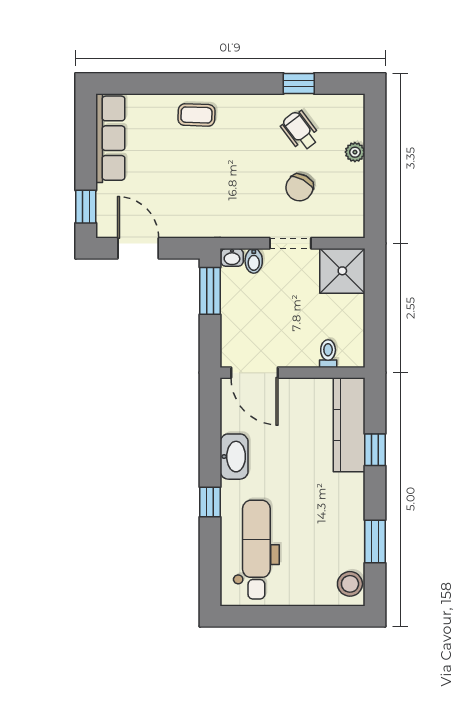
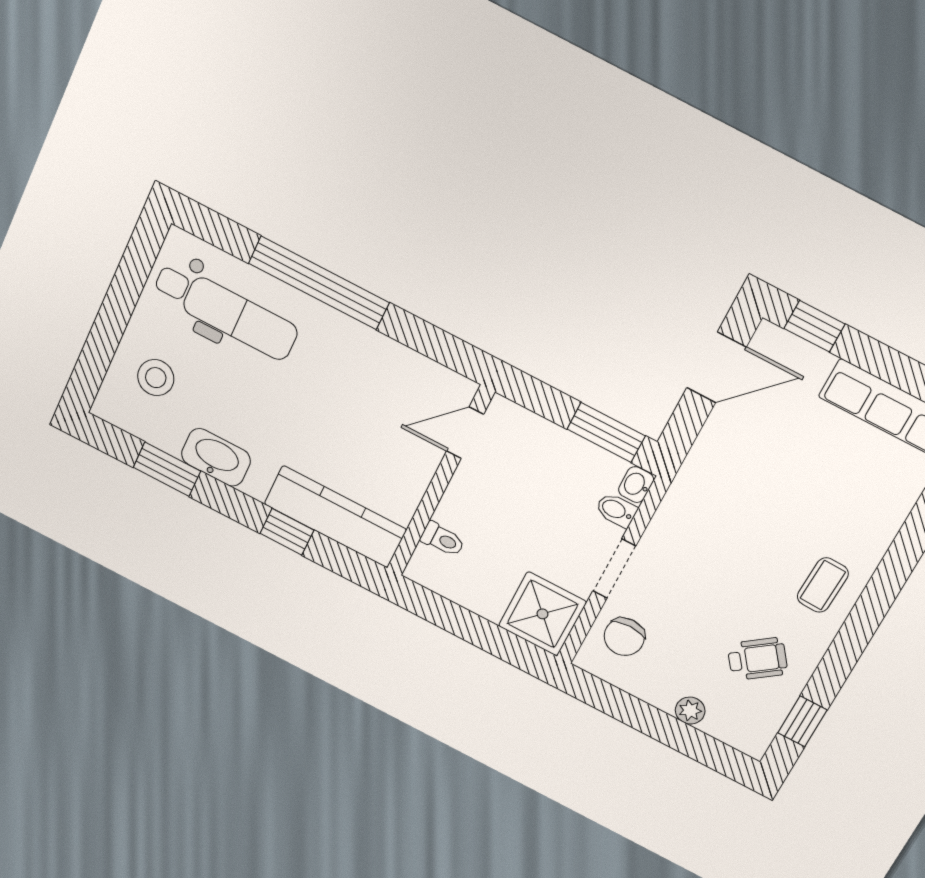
window: (299, 83) -> (802, 721), moved
coffee table: (196, 115) -> (823, 585), moved
chair: (299, 188) -> (624, 637), moved, turned -119
door: (255, 373) -> (465, 433), width x0.73
washbasin: (234, 457) -> (216, 457), moved, turned 180
window: (210, 502) -> (319, 283), width x3.17
stool: (350, 584) -> (156, 378), moved

